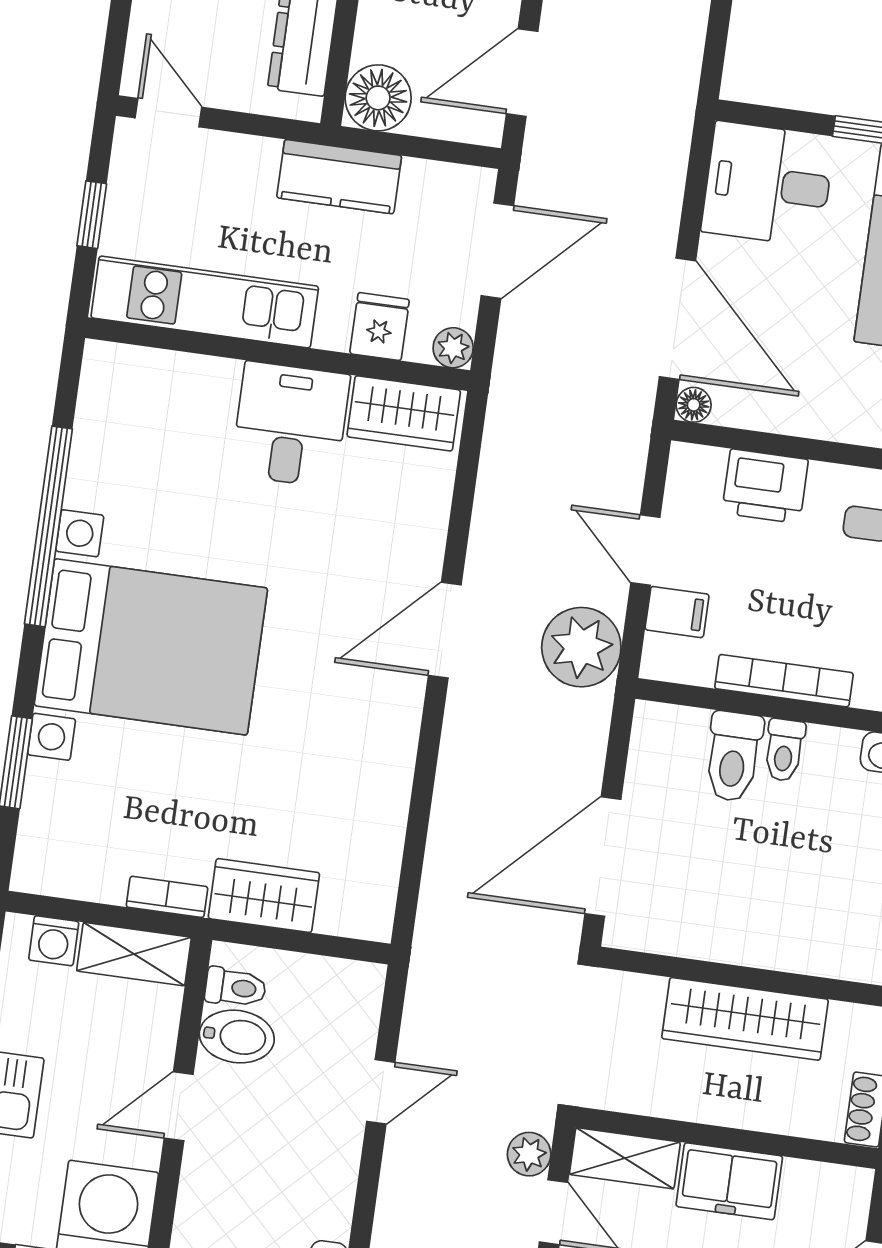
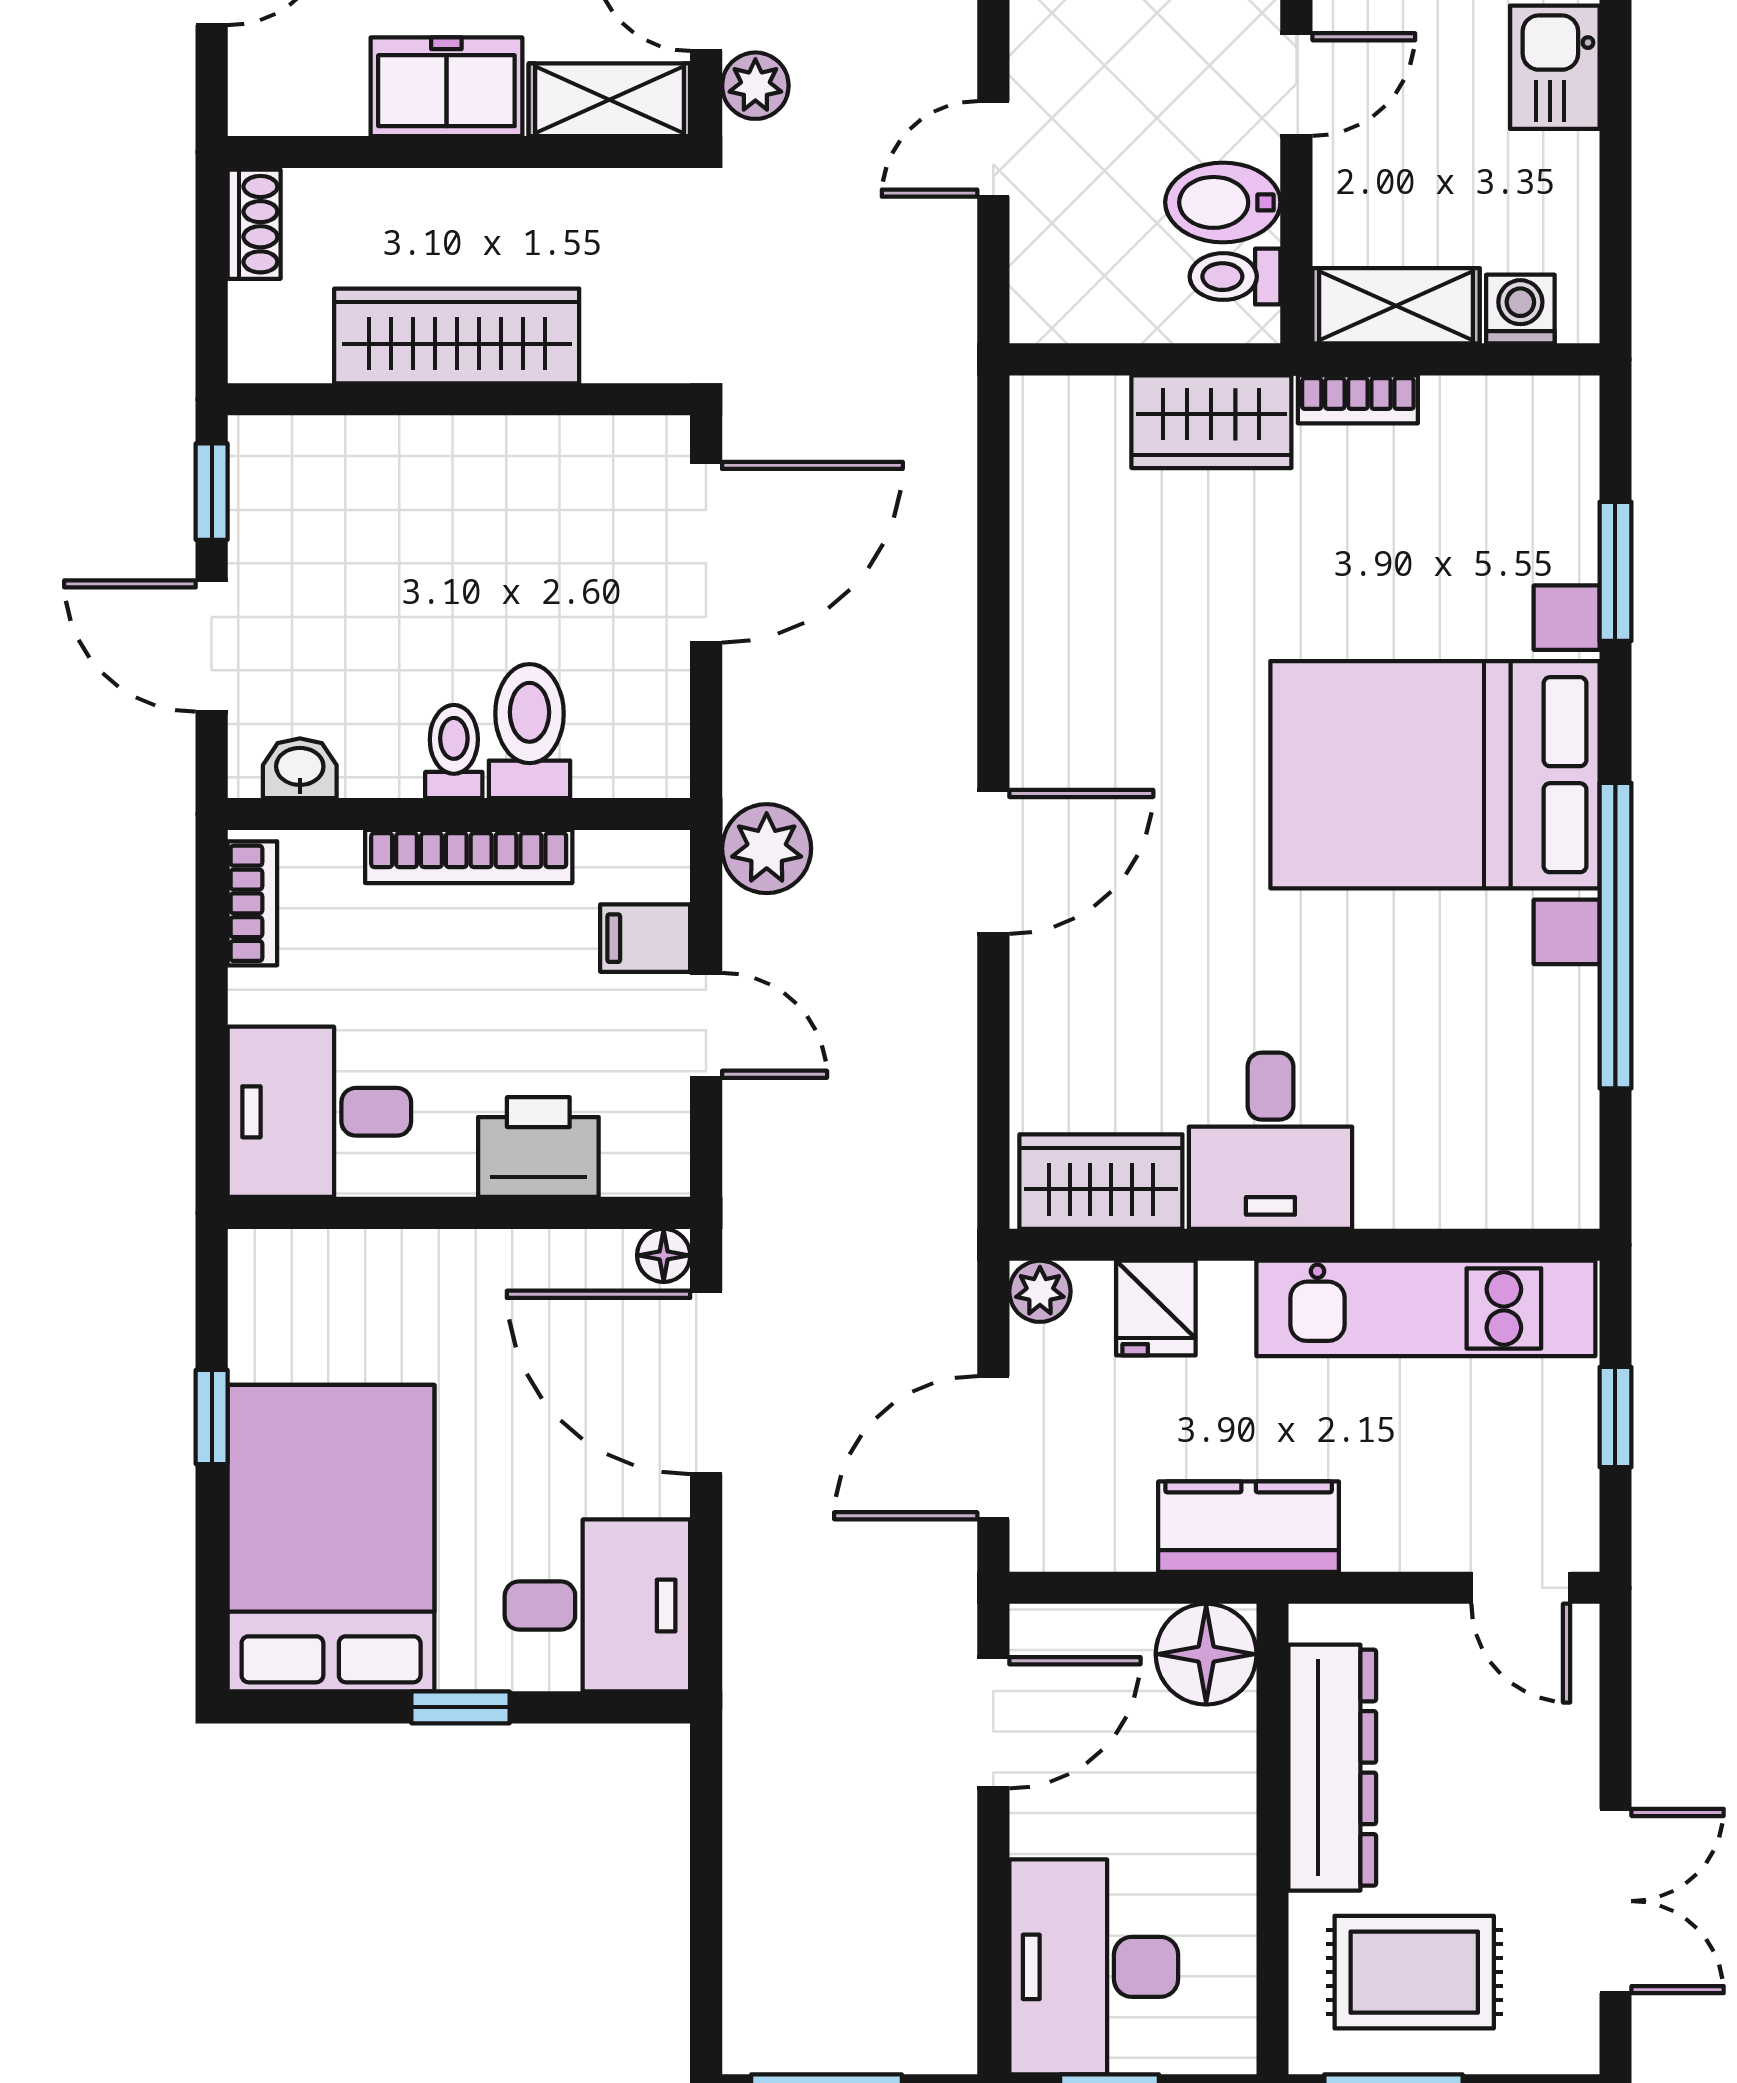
plant: (581, 647) -> (767, 849), width x0.73, depth x0.73

